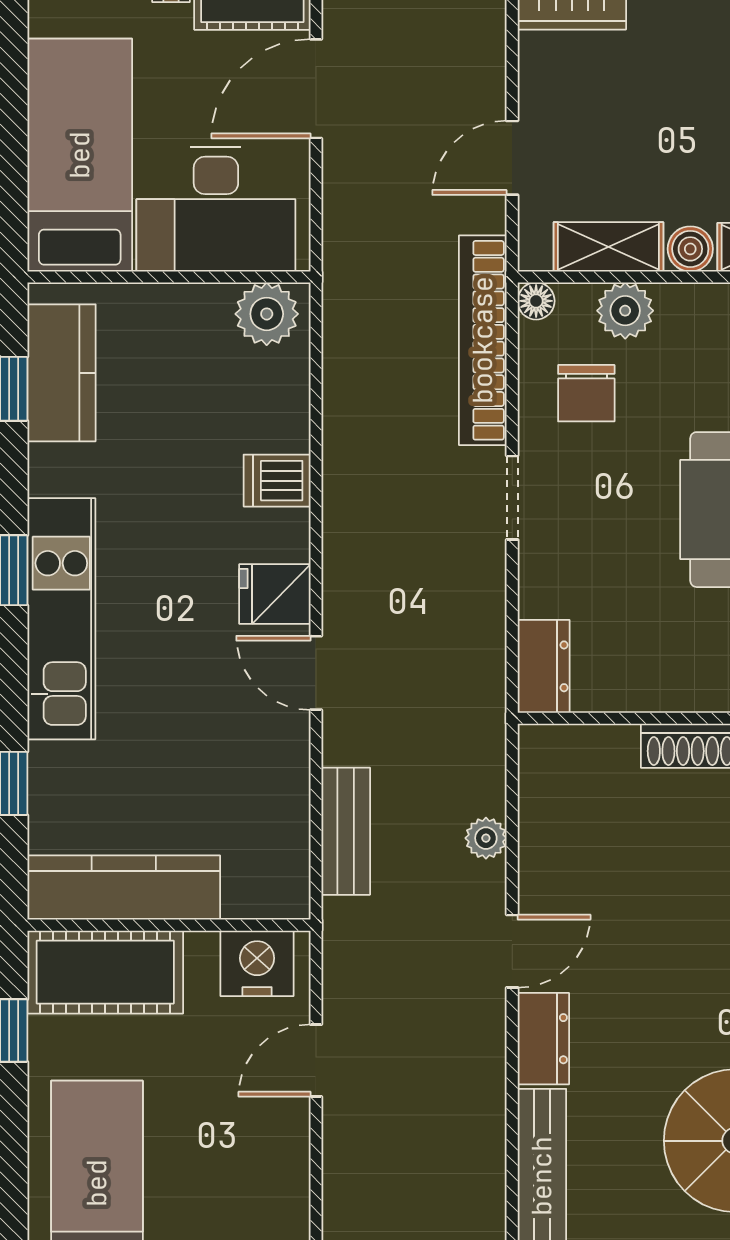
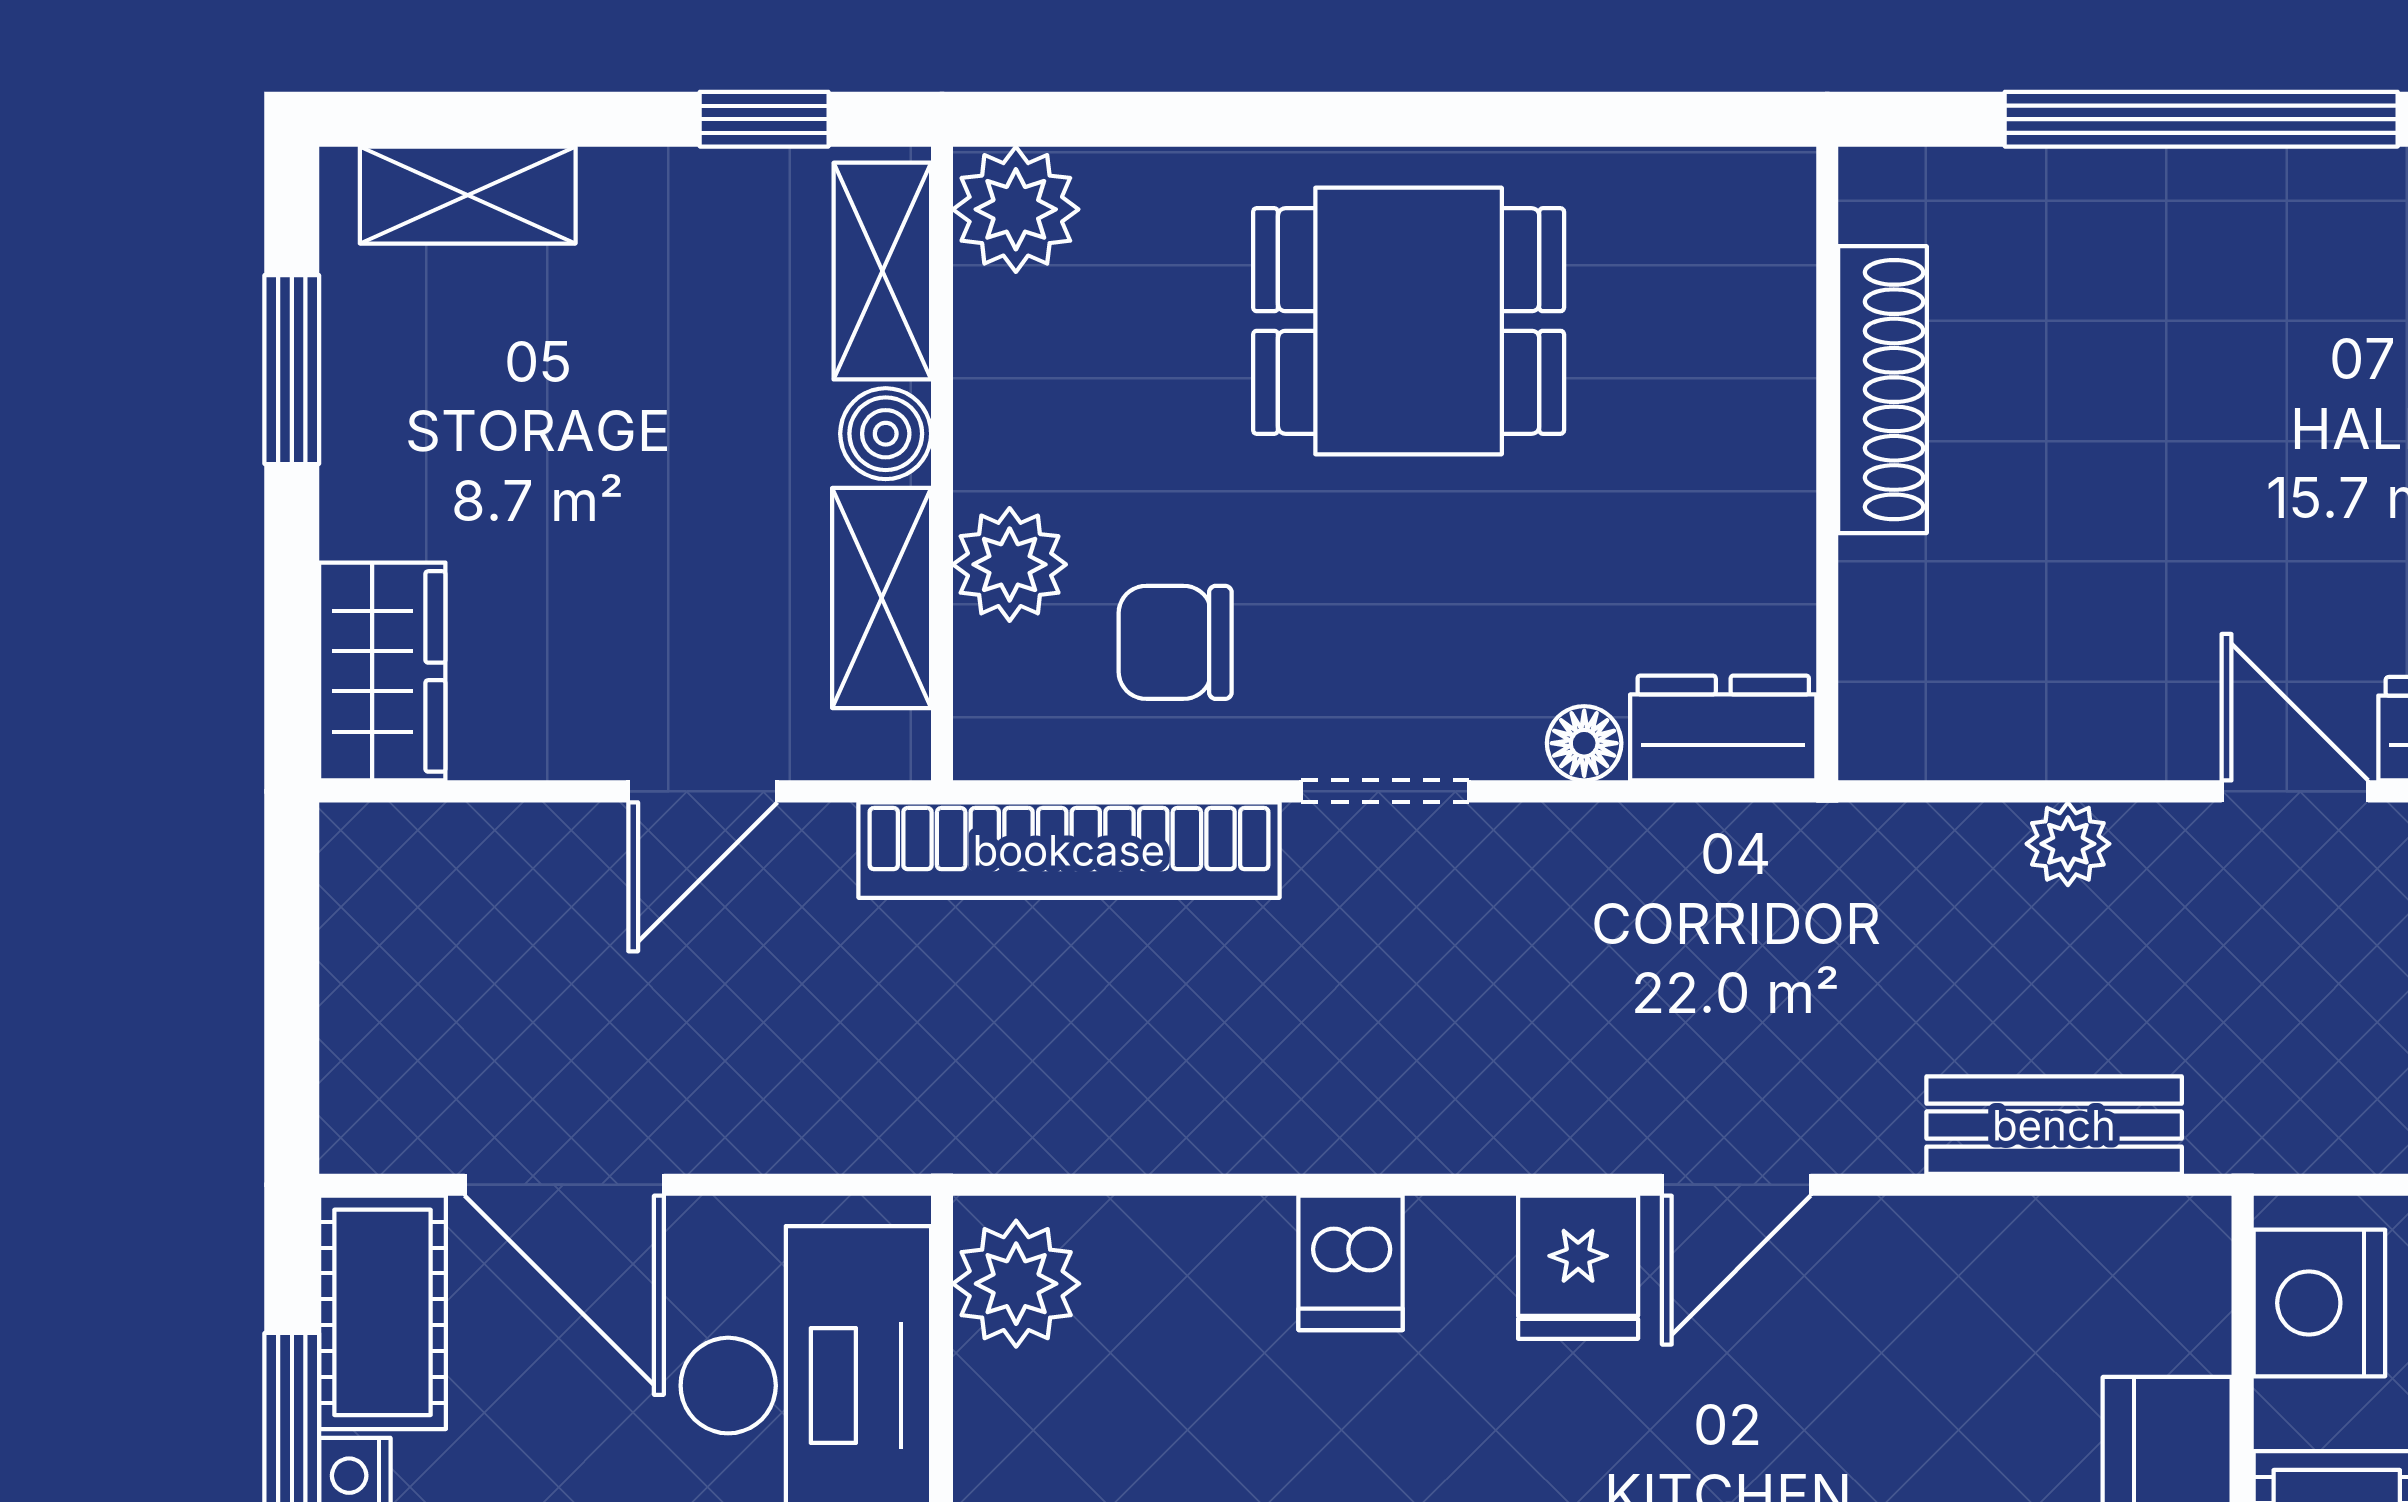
door: (512, 158) -> (703, 791), hinge flipped
floor lamp: (536, 301) -> (1584, 743), moved
chair: (586, 393) -> (1175, 642), turned 180

